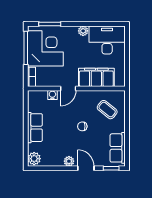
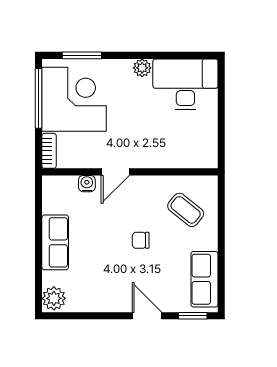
filing cabinet: (96, 77) -> (166, 152), removed
plant: (69, 161) -> (117, 303), removed

